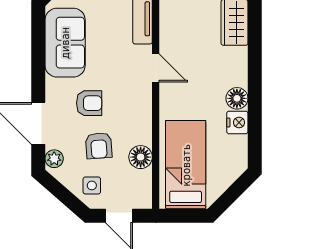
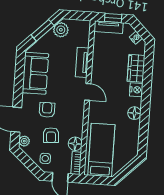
armchair: (89, 103) -> (47, 110), turned -90
nightstand: (237, 122) -> (136, 90), moved
bookcase: (145, 190) -> (76, 163), added

